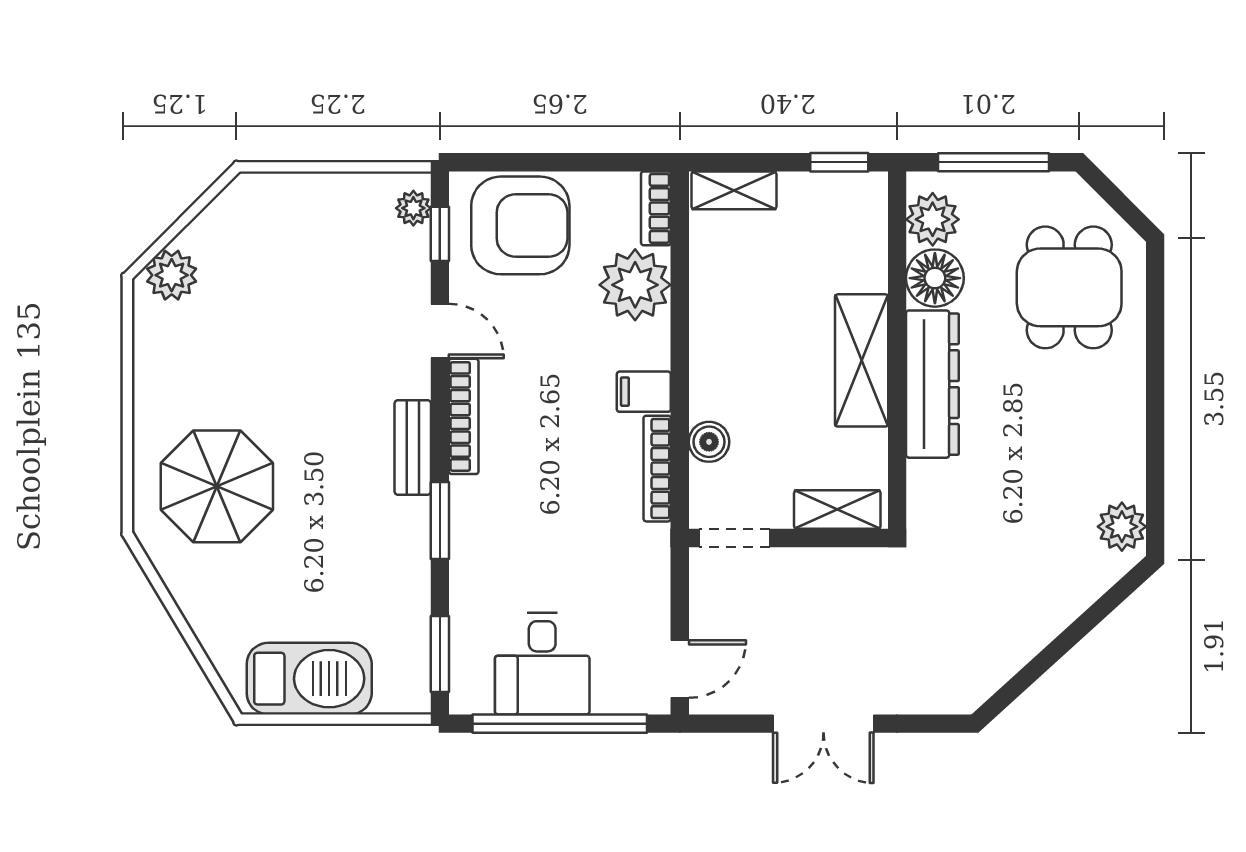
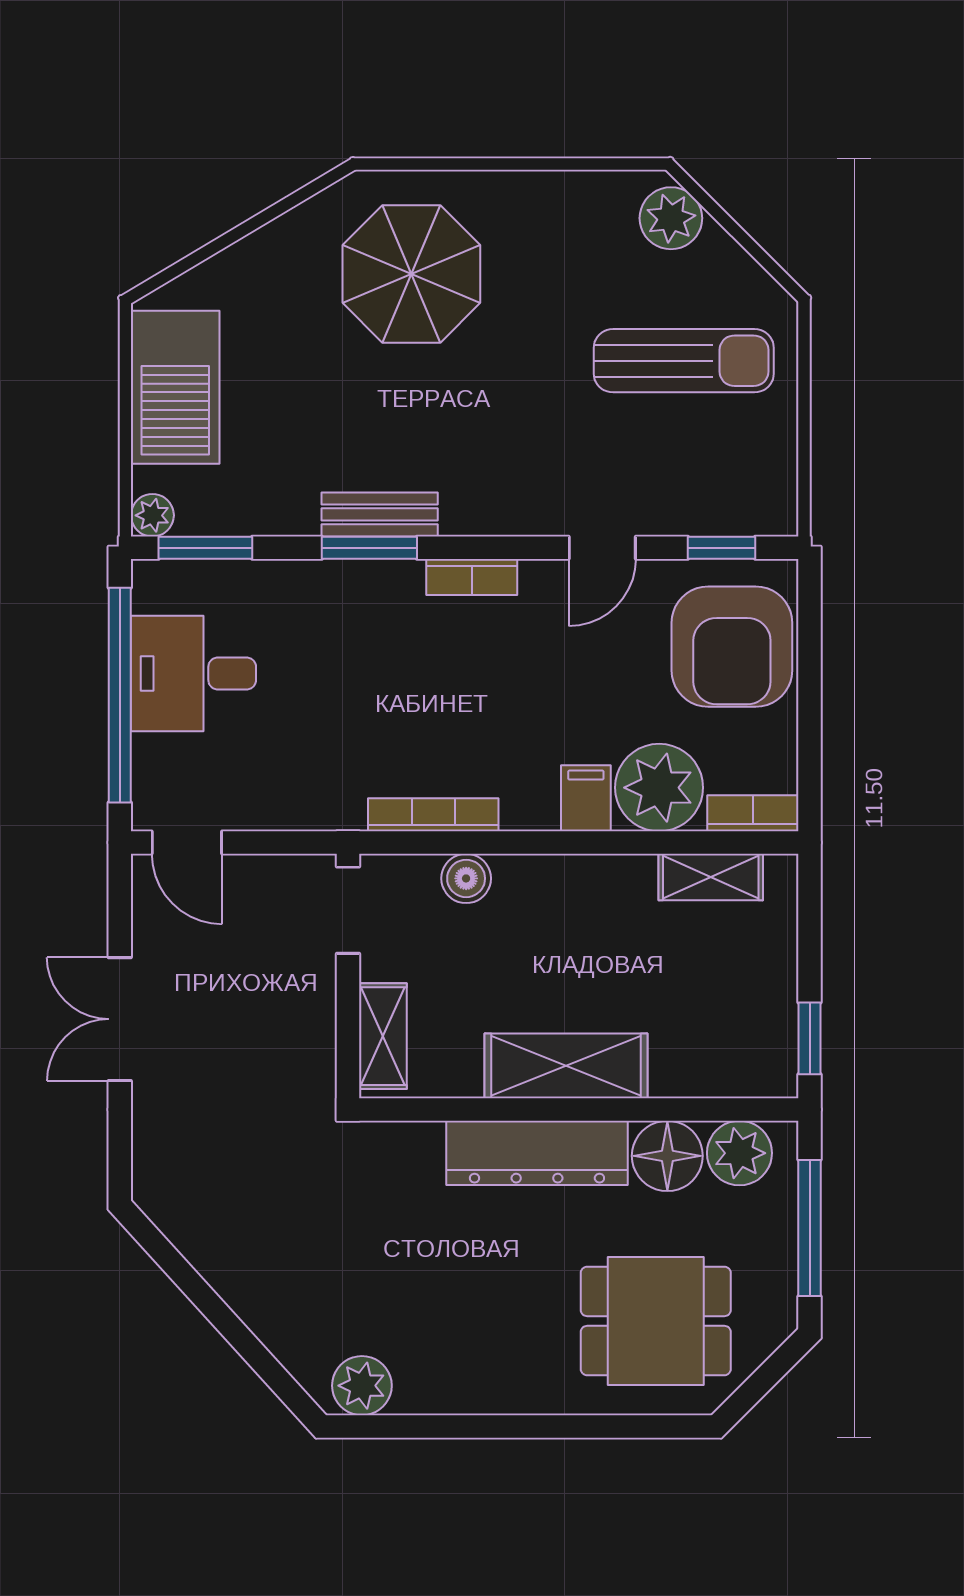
shelving: (734, 190) -> (711, 877), moved, turned 90
plant: (413, 208) -> (152, 515), moved
sun lounger: (288, 265) -> (684, 361), added
filing cabinet: (644, 392) -> (586, 798), moved
bookcase: (464, 416) -> (472, 577), width x0.64
bench: (413, 447) -> (380, 514), moved

